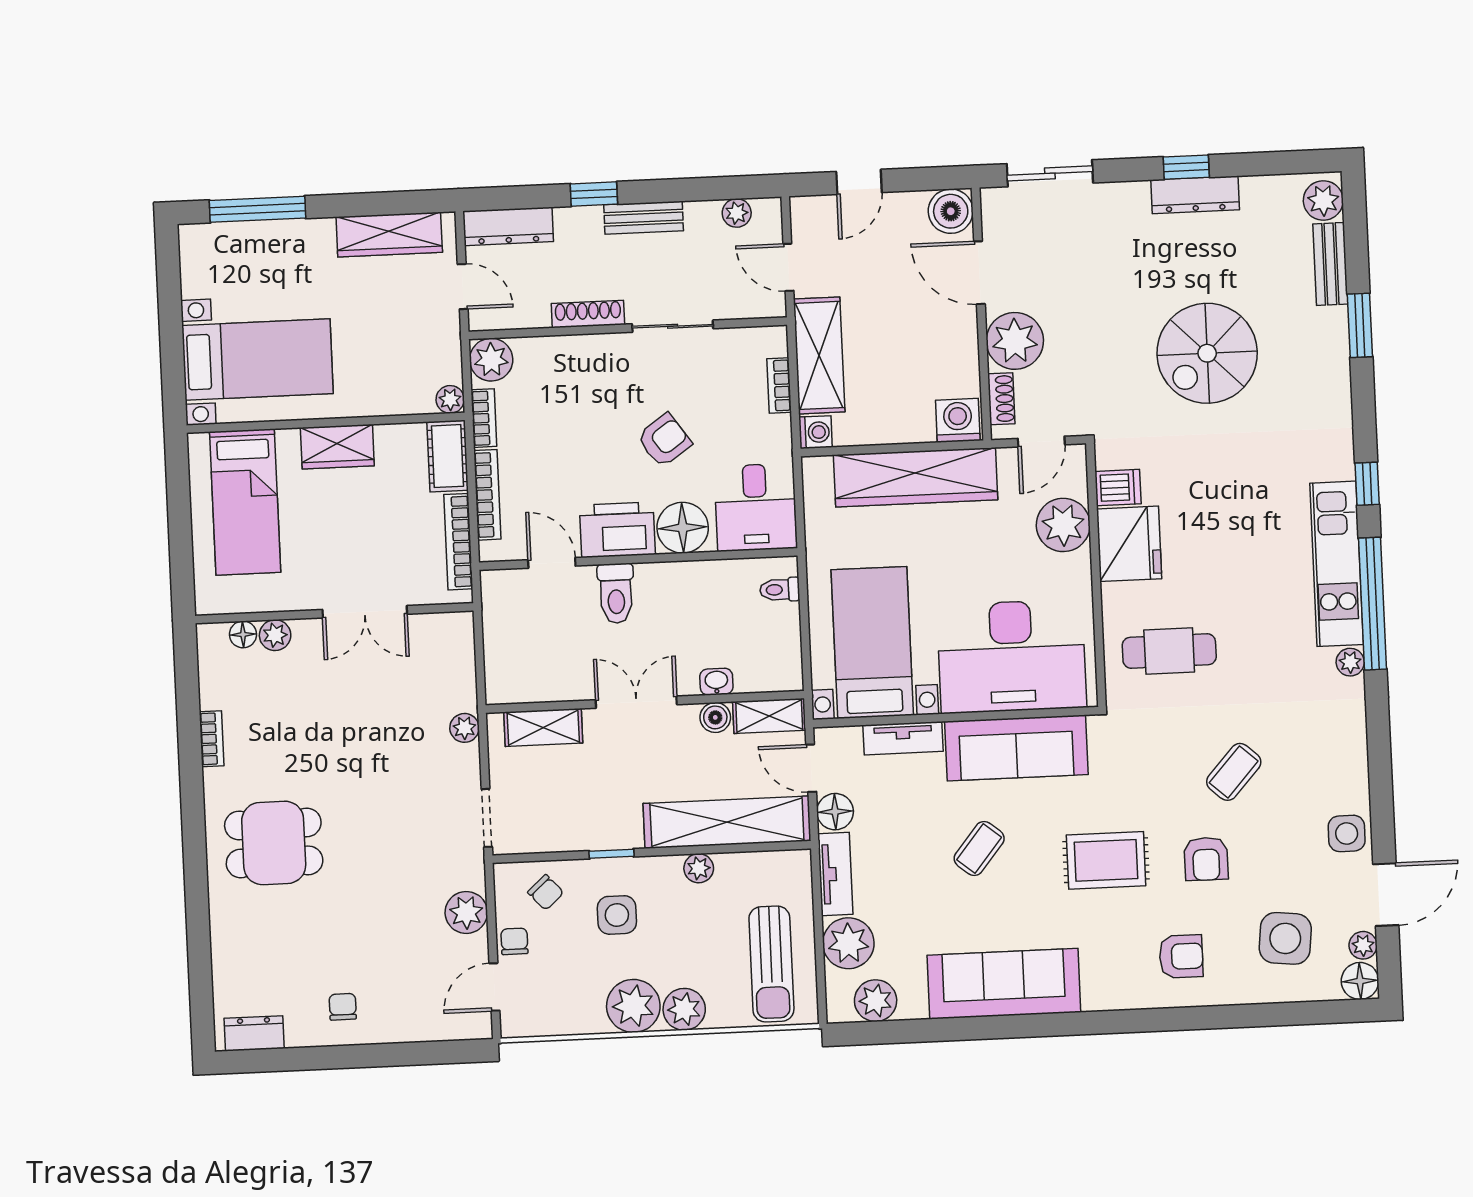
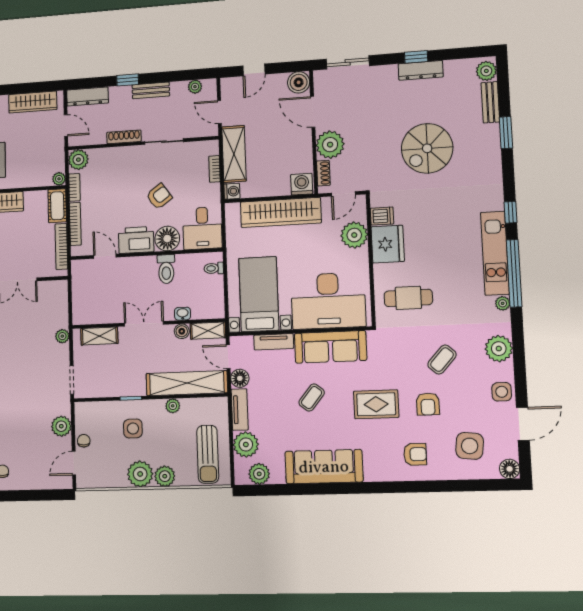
toilet: (616, 593) -> (166, 269), moved
chair: (546, 892) -> (99, 417), removed
plant: (1363, 945) -> (499, 349), moved, width x1.88, depth x1.88

